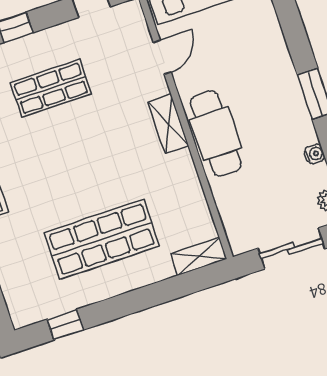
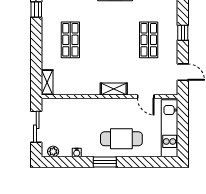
cafe table: (216, 134) -> (121, 139), moved
shop shelf: (102, 239) -> (70, 40), width x0.70, depth x0.74

